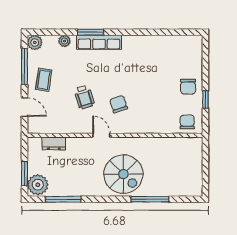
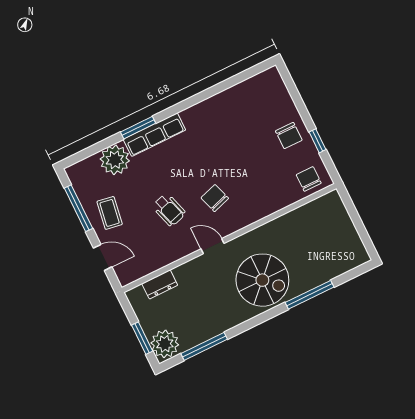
plant: (64, 41) -> (115, 160), width x1.88, depth x1.88
plant: (35, 42) -> (77, 173), removed

